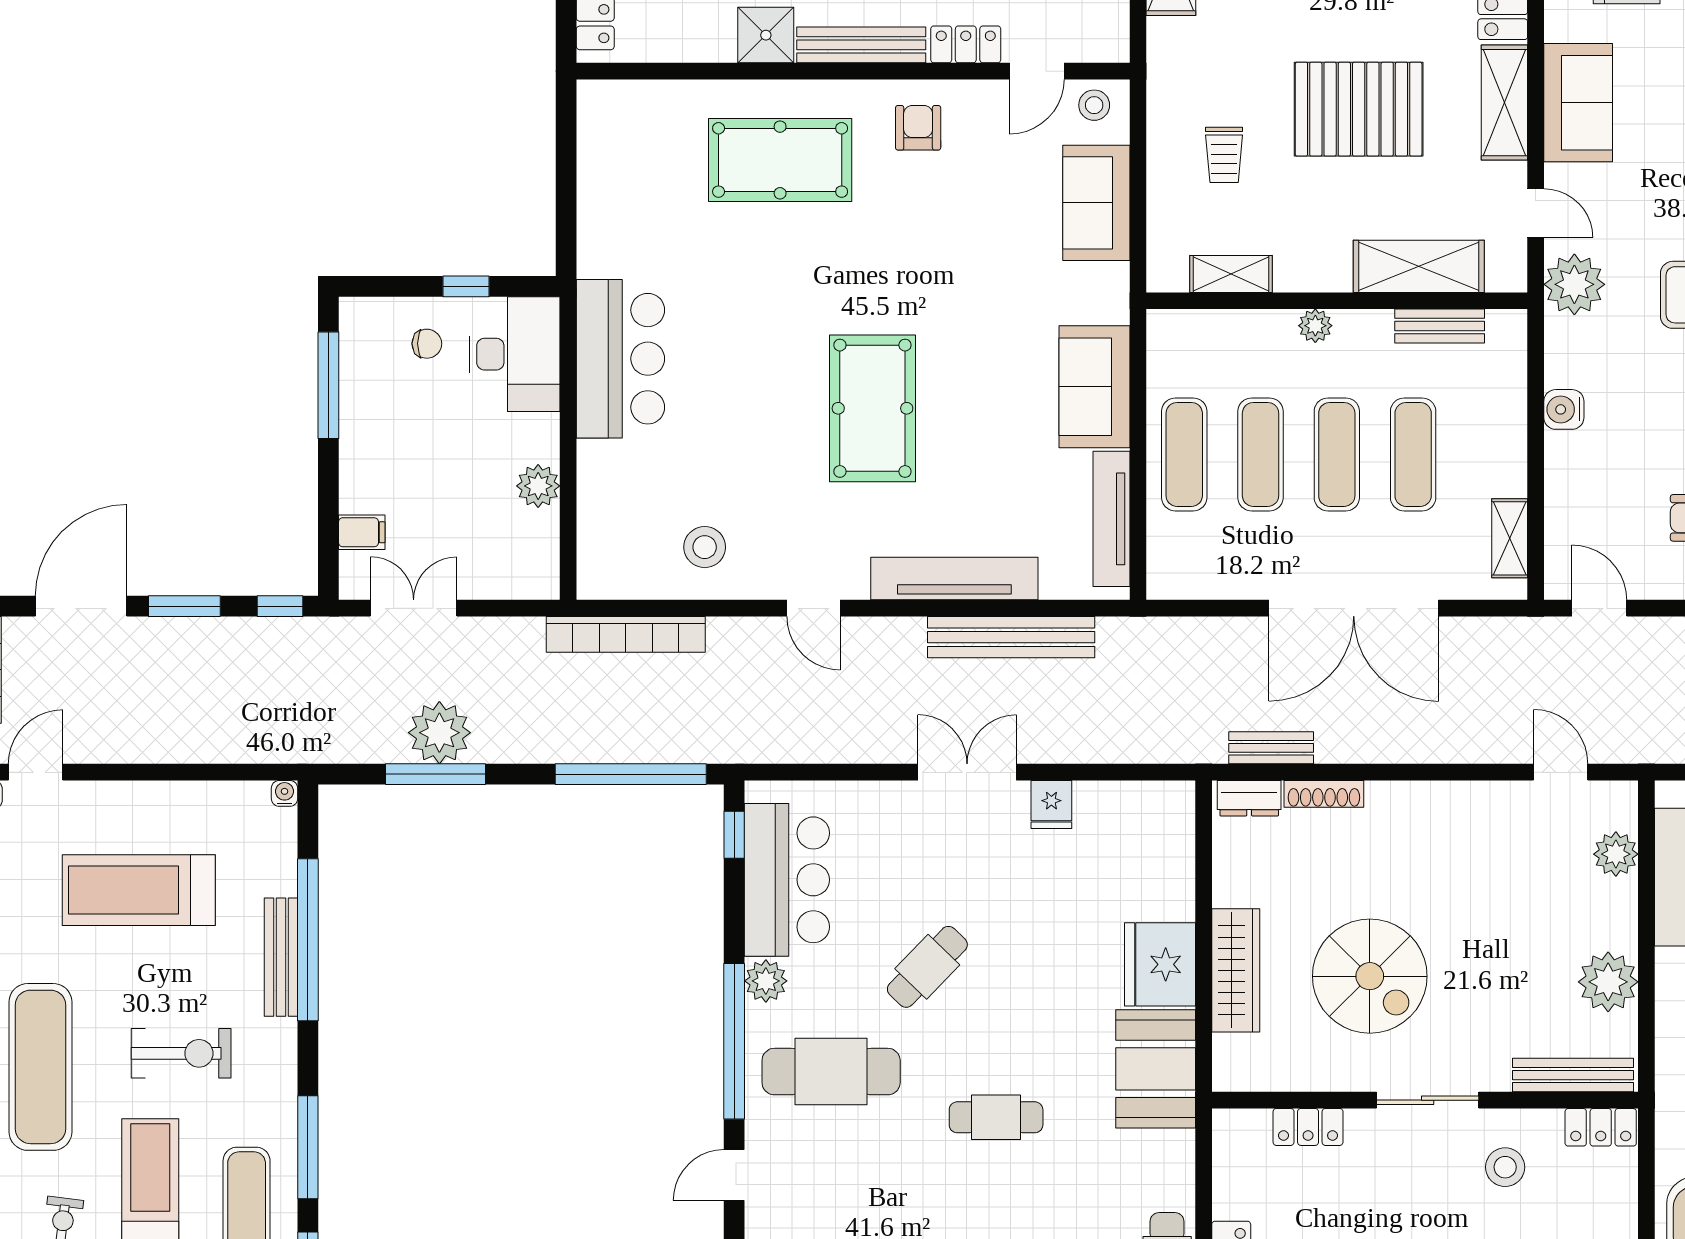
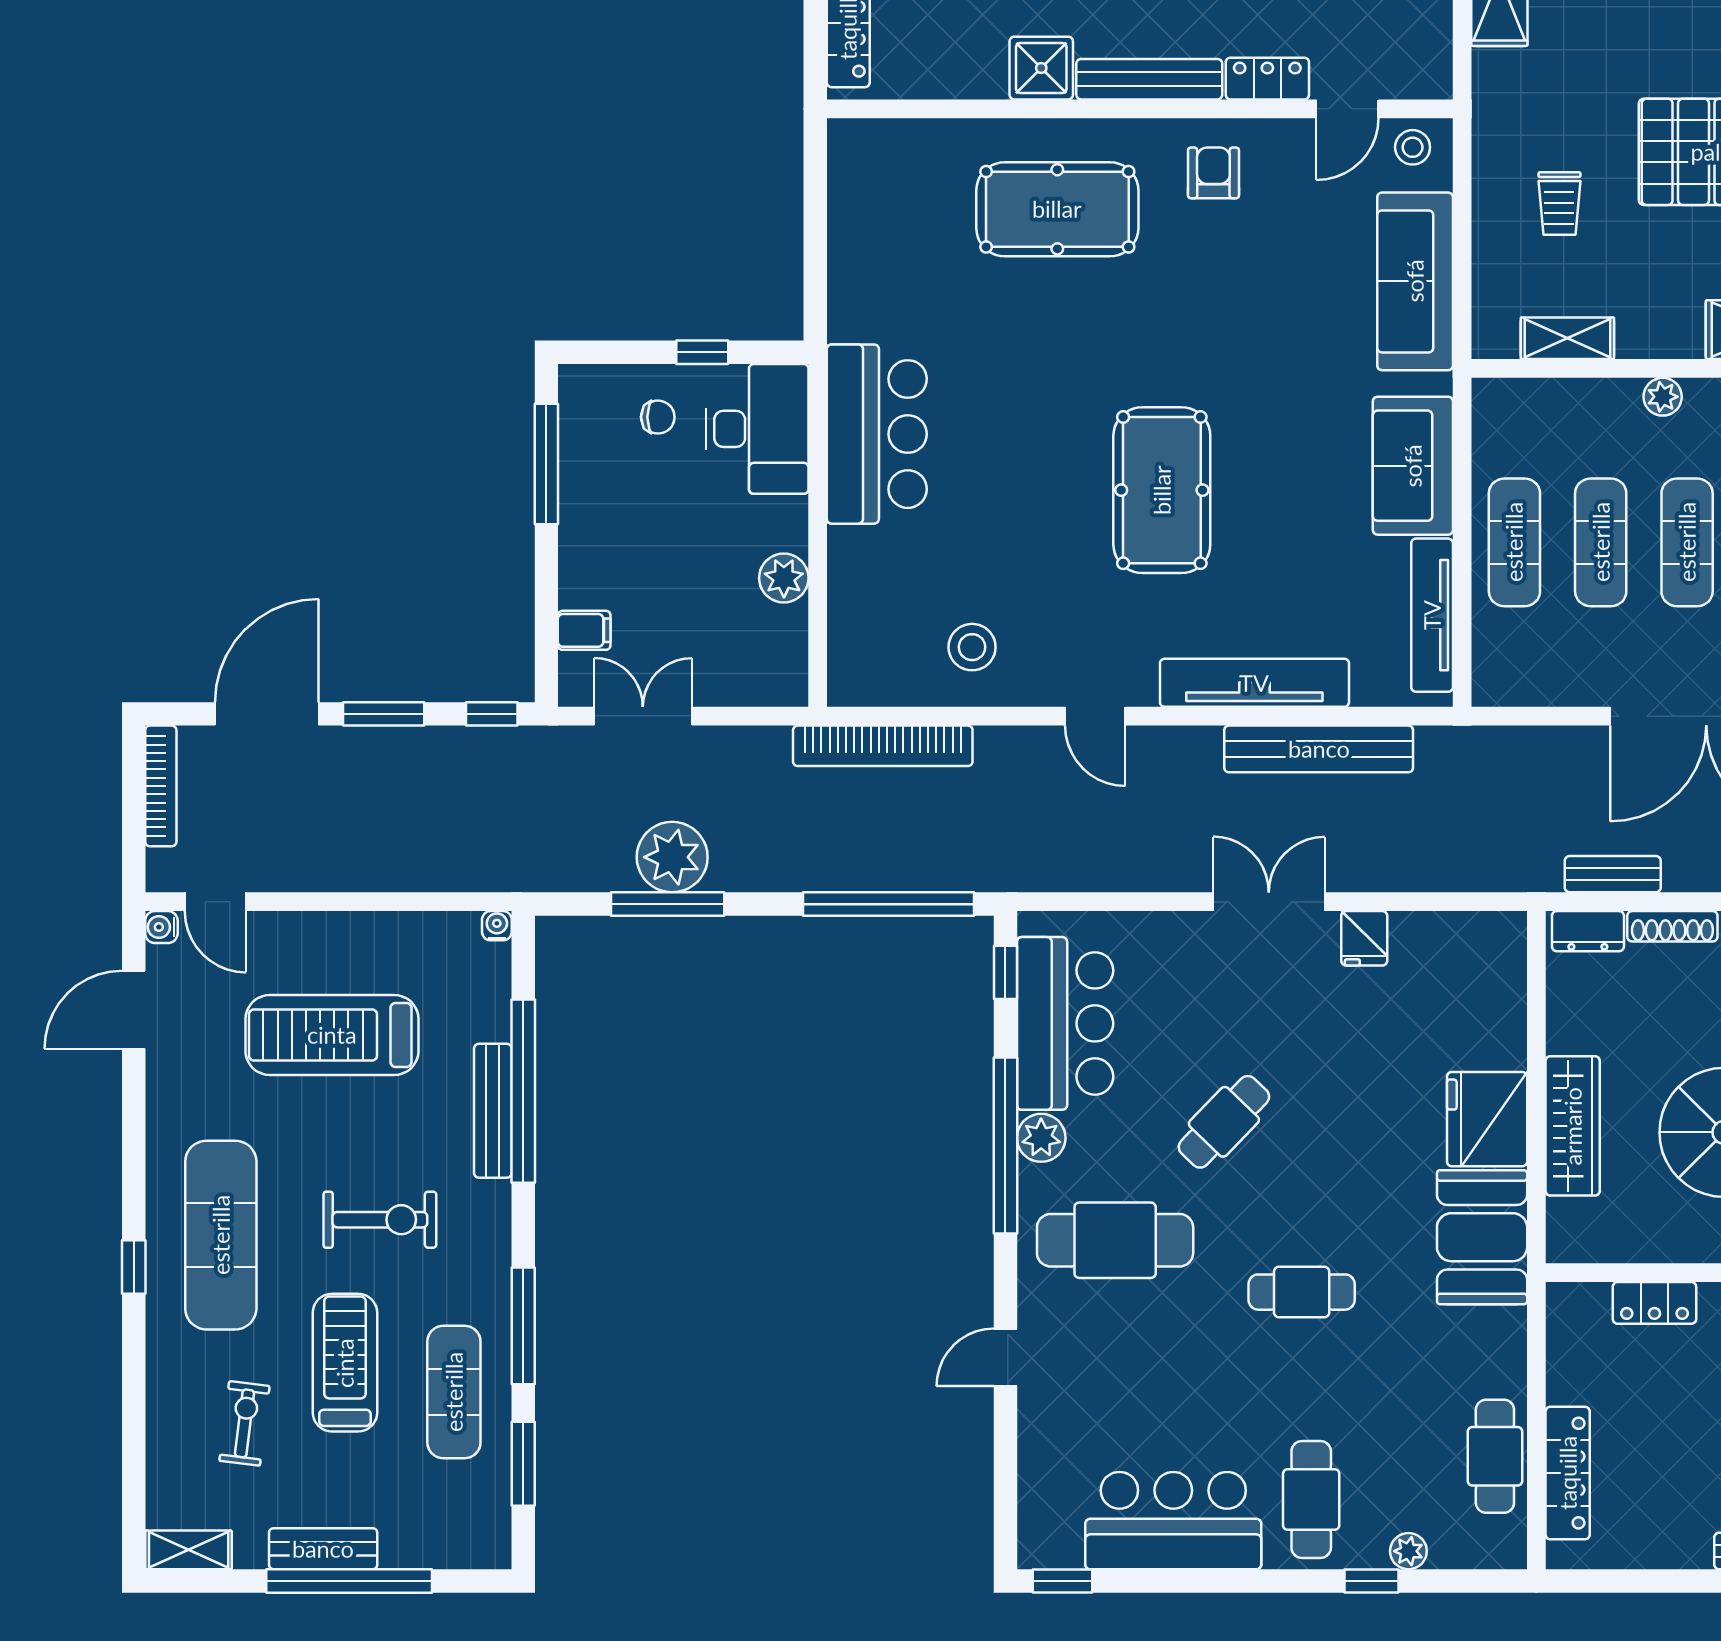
sofa: (1096, 203) -> (1415, 281), width x1.36
door: (36, 772) -> (215, 902), swing flipped
window: (734, 1041) -> (1005, 1145), moved

